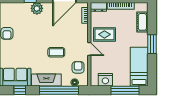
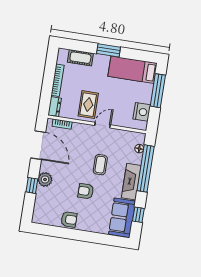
armchair: (78, 67) -> (86, 191), moved

